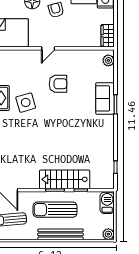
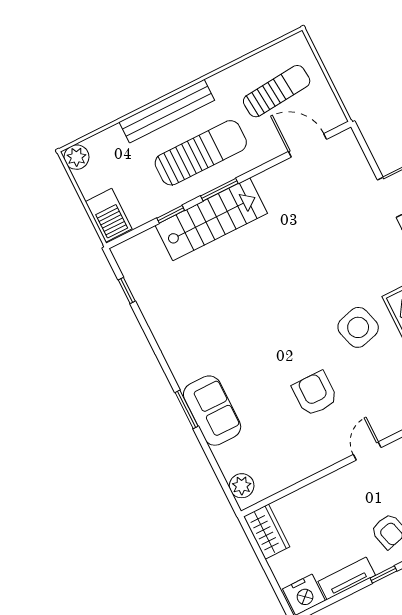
armchair: (58, 84) -> (315, 394), turned 90

